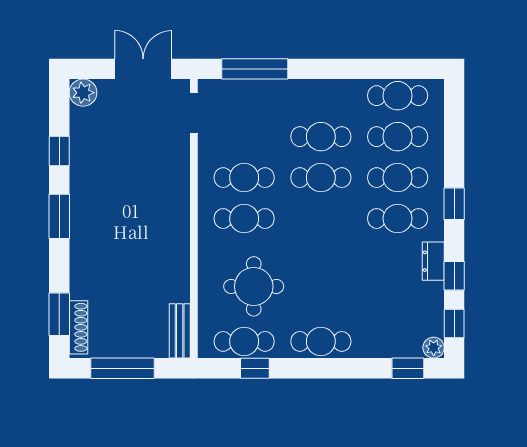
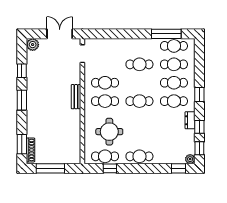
window: (255, 69) -> (166, 34), moved
cafe table: (321, 178) -> (139, 101), moved
bench: (180, 331) -> (76, 97), moved

